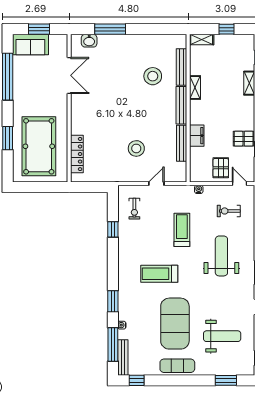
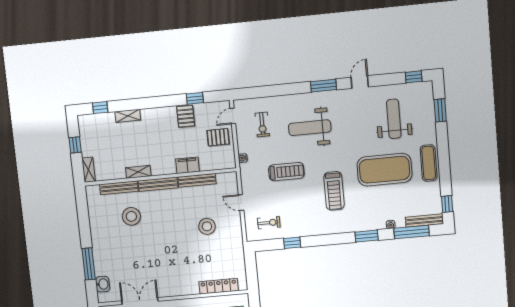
treadmill: (182, 230) -> (286, 172), turned 180

